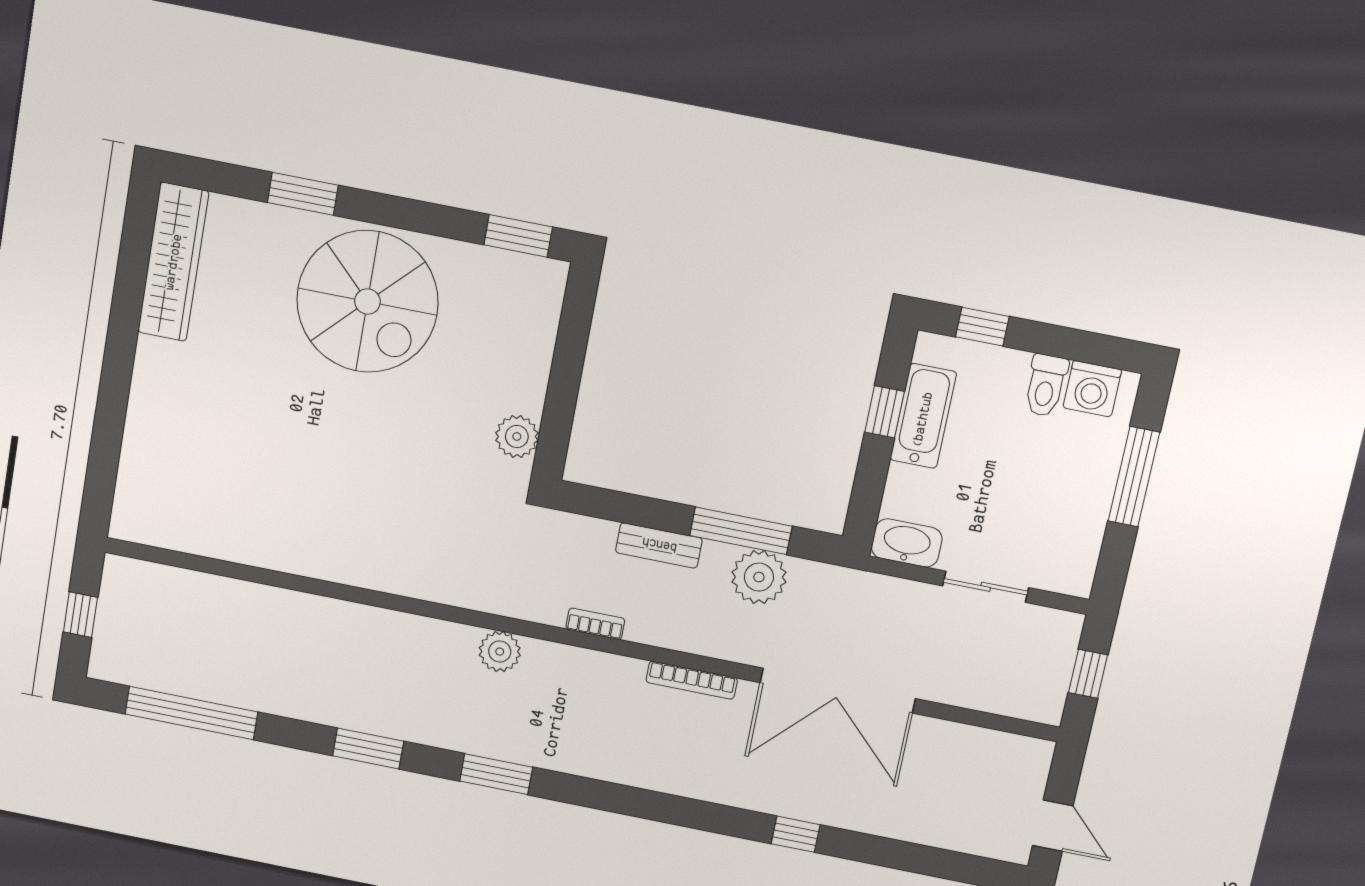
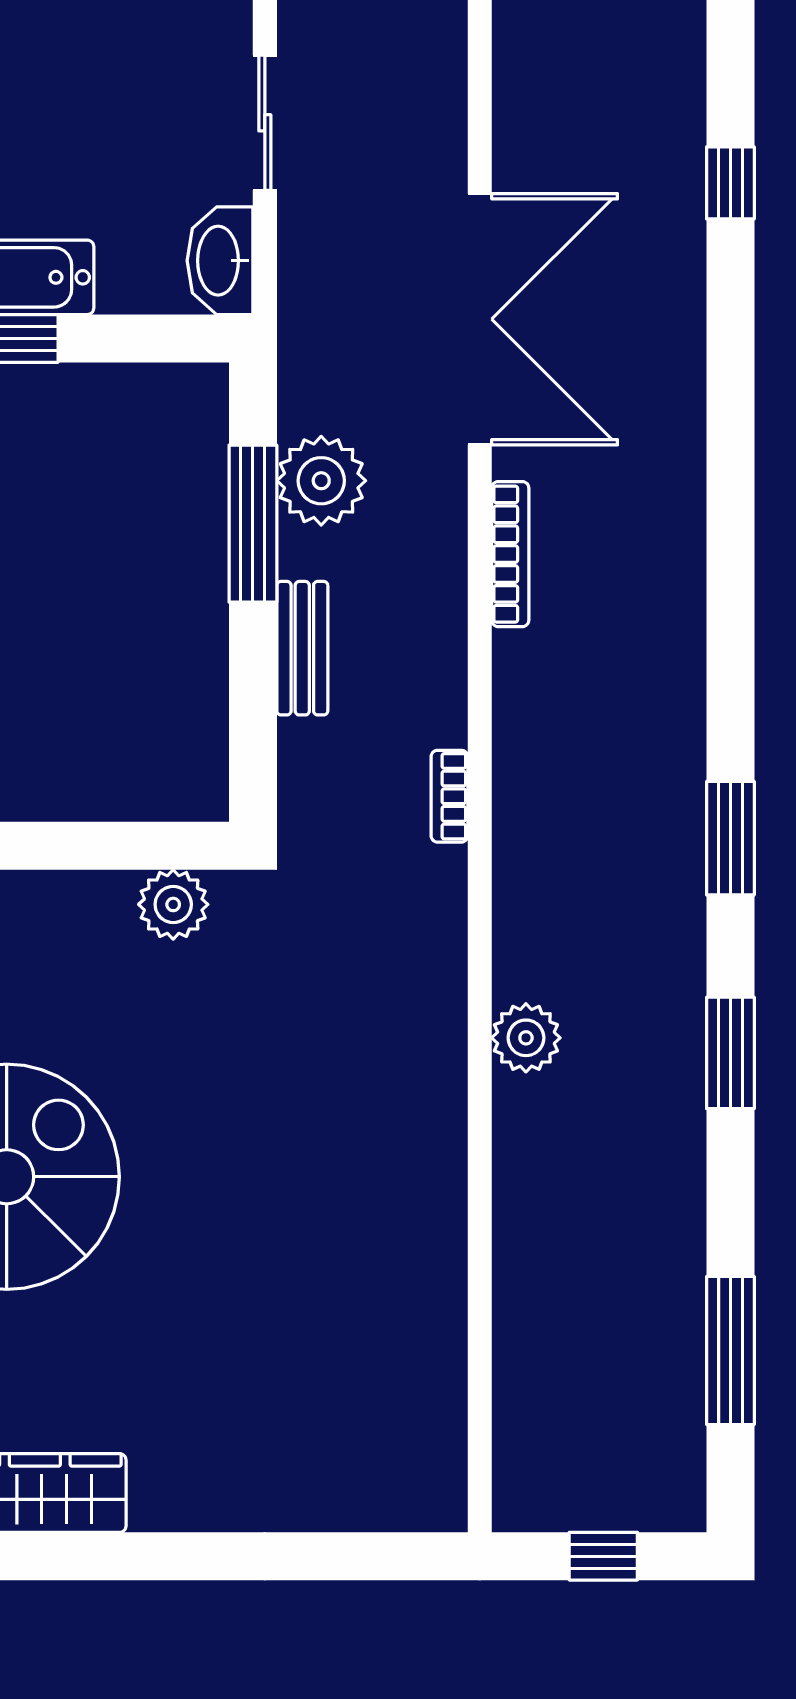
bookcase: (595, 624) -> (449, 796), moved
plant: (500, 652) -> (526, 1038), moved
window: (191, 713) -> (730, 1350), width x0.68
window: (796, 834) -> (730, 183), moved

